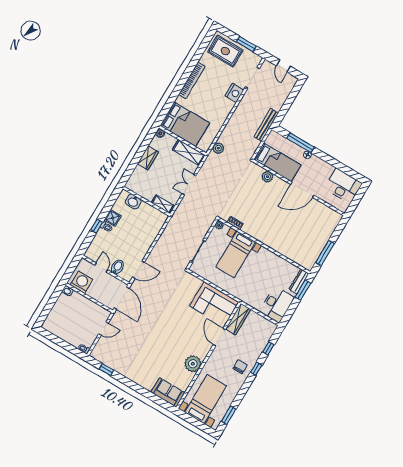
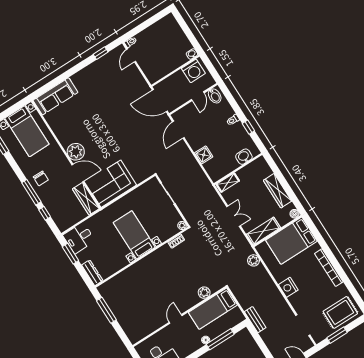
nightstand: (234, 93) -> (288, 287), moved
bench: (266, 125) -> (255, 320), width x0.73
wardrobe: (148, 158) -> (278, 191), width x1.50
door: (302, 190) -> (176, 319), width x0.53
shower: (113, 218) -> (204, 155), moved
window: (97, 226) -> (248, 127), moved
bed with nightstands: (236, 254) -> (134, 235), moved
door: (101, 267) -> (198, 96), hinge flipped
bidet: (117, 267) -> (215, 96), moved
window: (303, 290) -> (70, 254), moved
desk: (277, 304) -> (79, 238), width x0.73
door: (104, 328) -> (131, 55), moved
plant: (193, 364) -> (76, 152), moved
window: (256, 369) -> (31, 192), width x2.17
sofa: (168, 392) -> (55, 96), width x1.36

